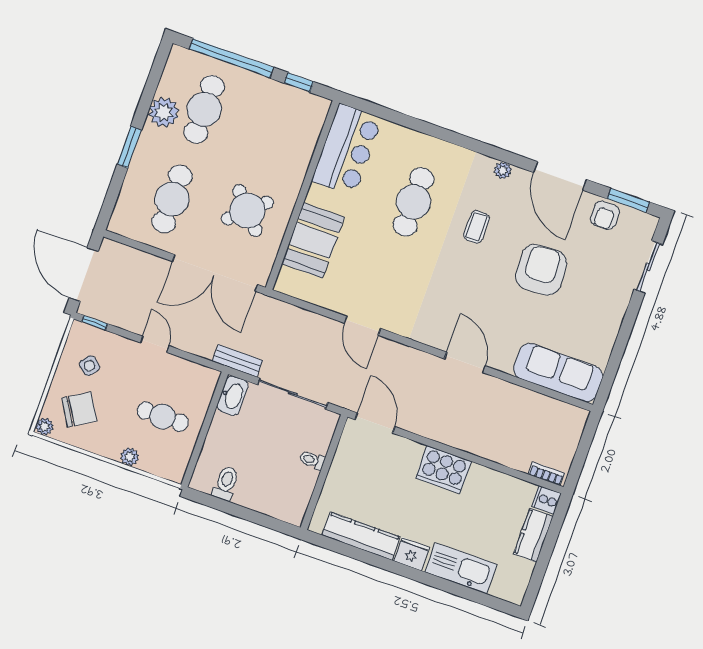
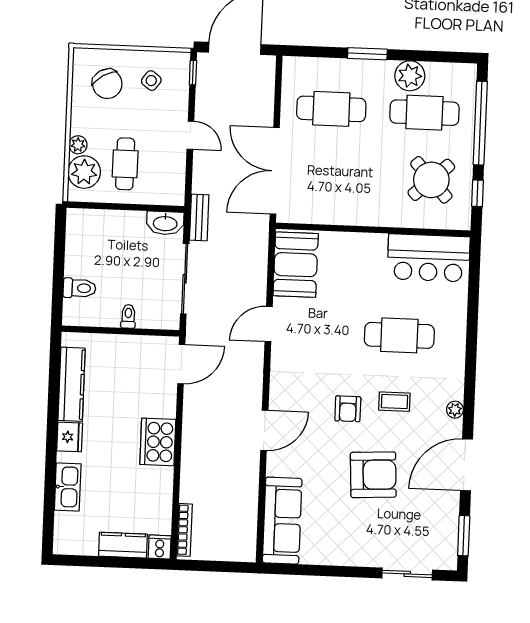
round table: (247, 211) -> (431, 180), moved
armchair: (605, 215) -> (348, 409), moved, turned -90
booth: (313, 240) -> (296, 265), moved, turned 90
door: (155, 344) -> (190, 135), hinge flipped
plant: (44, 427) -> (84, 172), moved, width x1.87, depth x1.87
bookcase: (546, 474) -> (185, 530), width x1.56
toilet: (226, 483) -> (79, 288), moved
kitchen sink: (461, 568) -> (68, 487), width x0.73, depth x0.81

